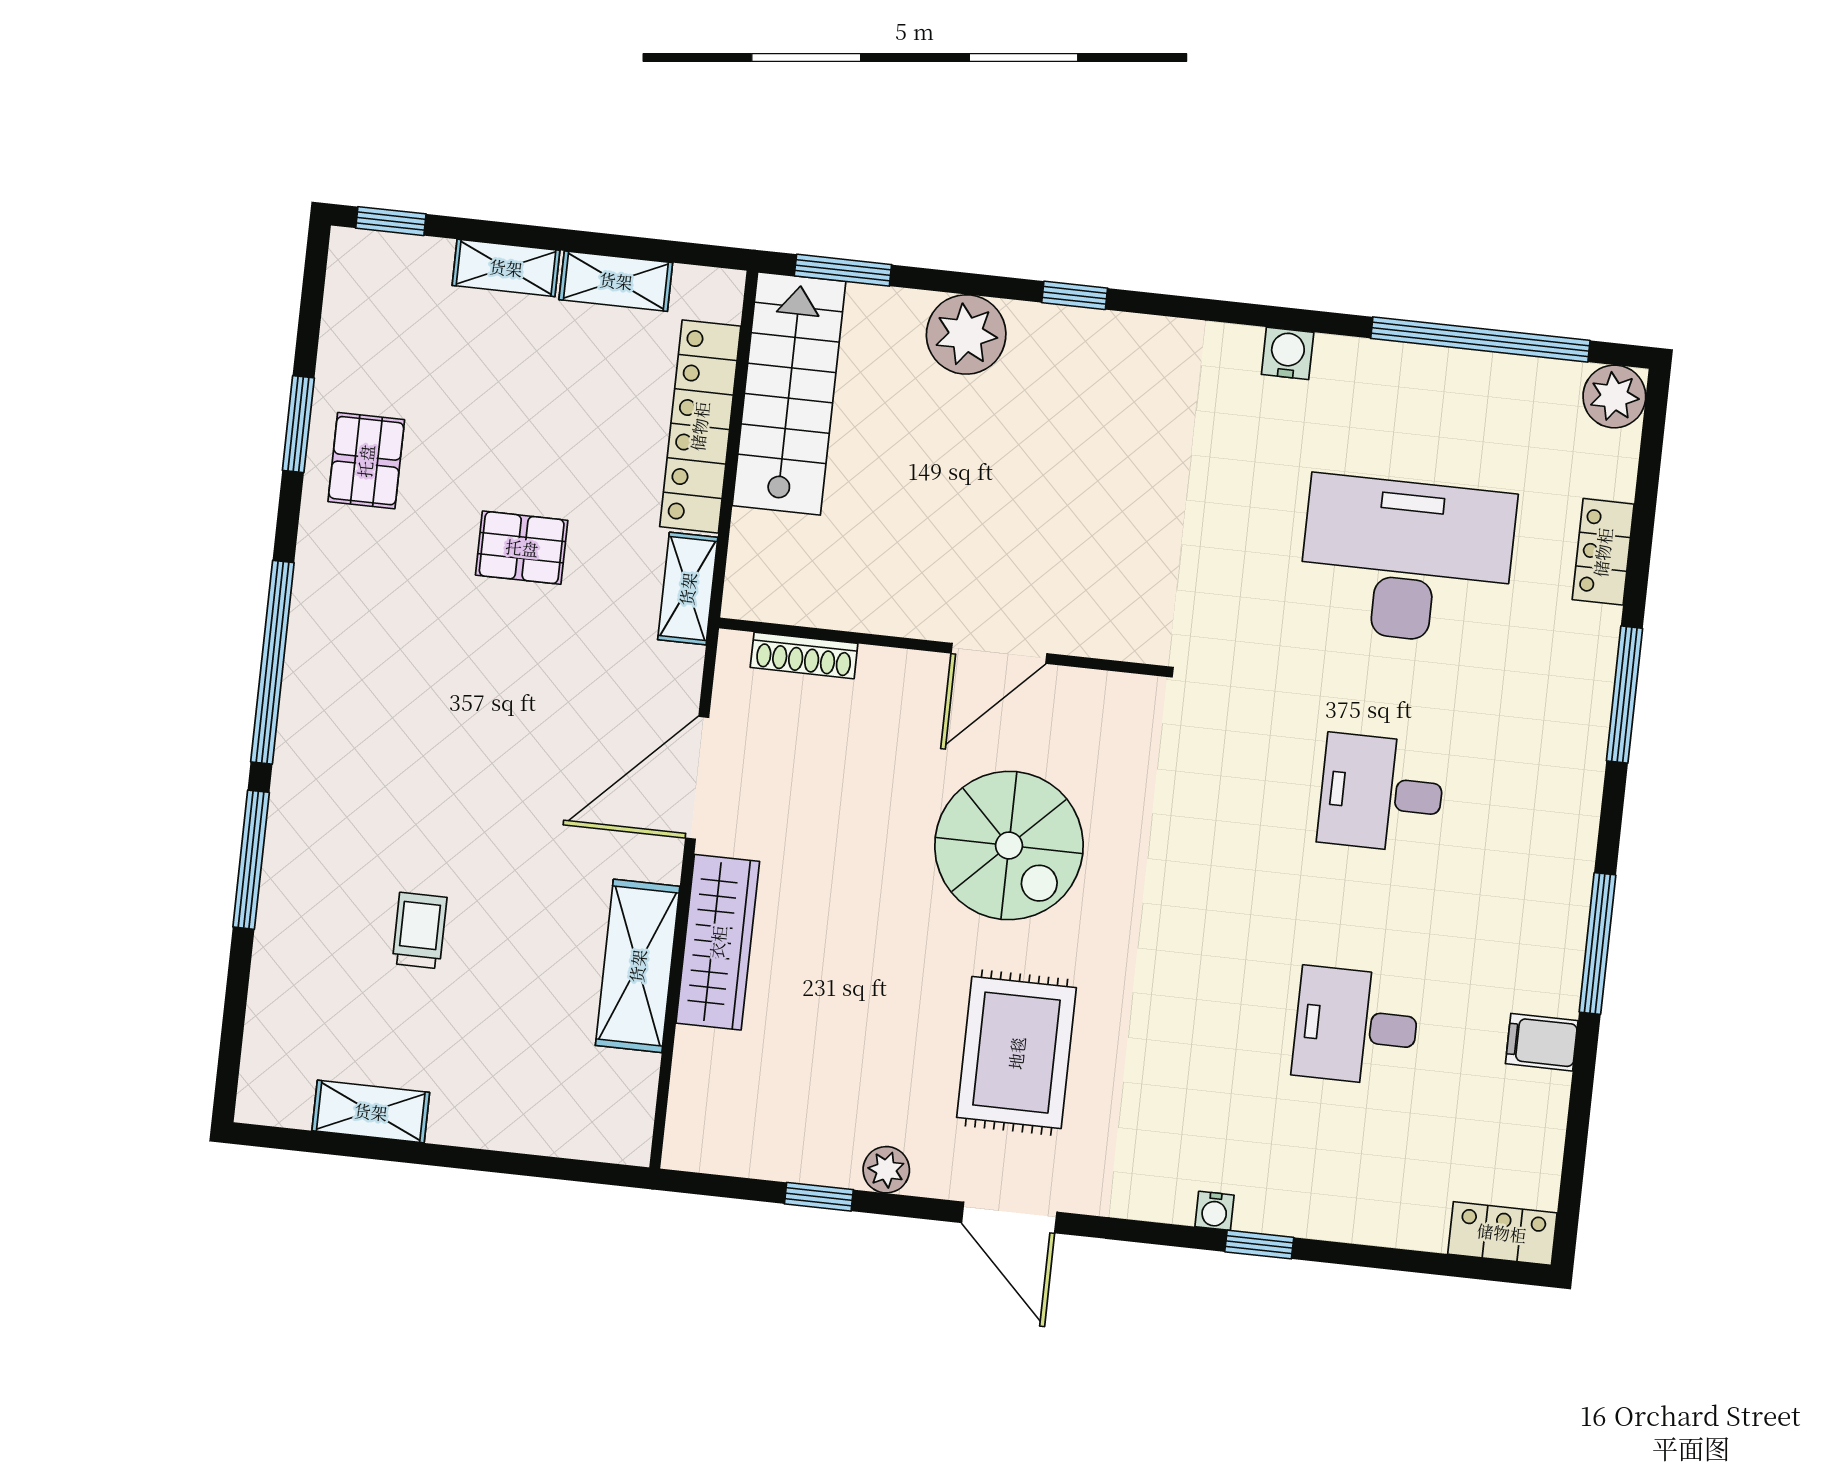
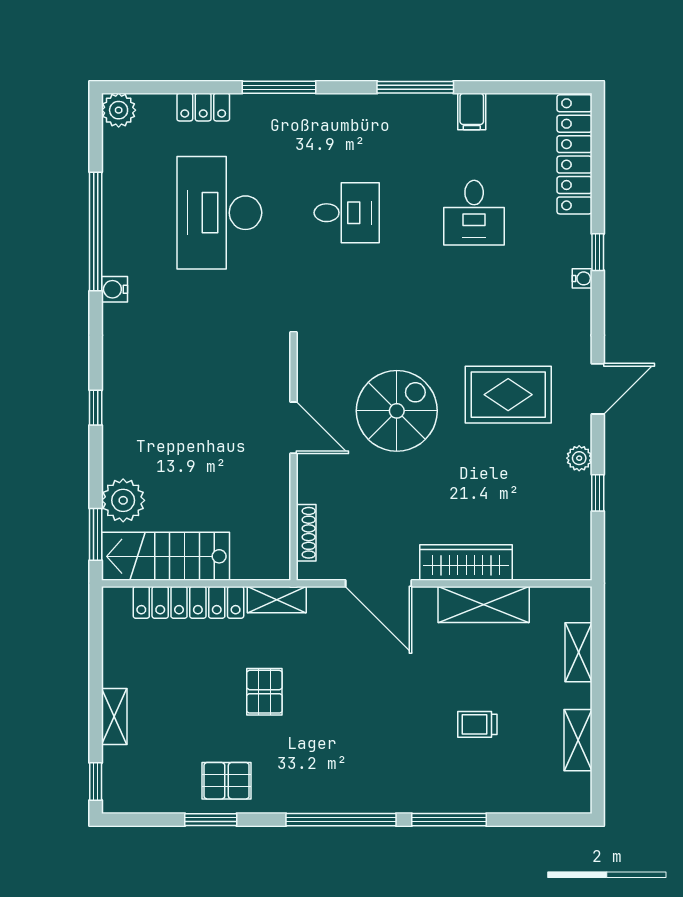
shelving: (616, 281) -> (578, 652), moved
plant: (966, 334) -> (123, 500), moved
window: (1480, 339) -> (96, 231), moved
desk: (1381, 793) -> (347, 213), turned -90
locker: (1502, 1233) -> (574, 154), width x2.16, depth x1.21

